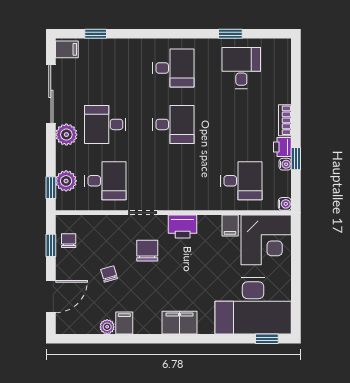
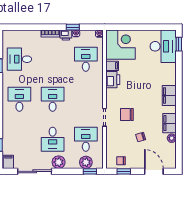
printer: (183, 226) -> (113, 80), moved
desk: (253, 306) -> (163, 46), width x0.73, depth x0.77
filing cabinet: (124, 323) -> (169, 123), width x2.00

